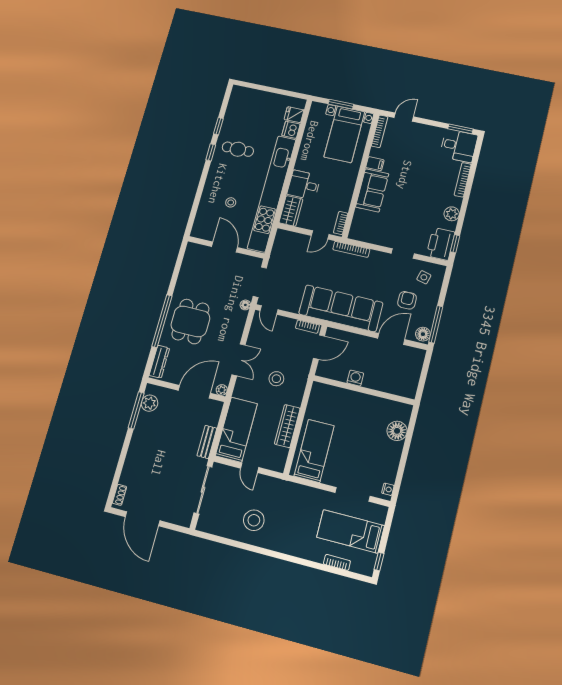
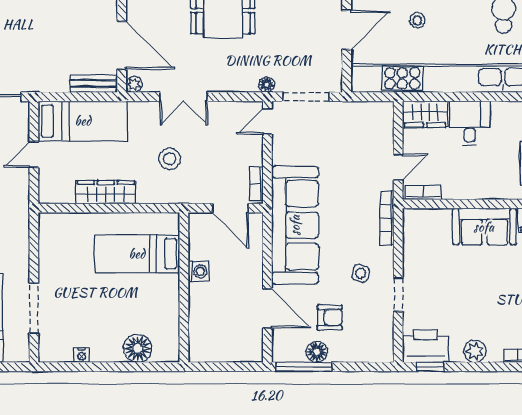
door: (320, 235) -> (398, 167), swing flipped
side table: (424, 277) -> (361, 273), moved
floor lamp: (423, 334) -> (317, 352), moved
bench: (207, 442) -> (93, 84), moved
bed: (314, 451) -> (137, 254), moved, turned 180
nightstand: (388, 489) -> (82, 355), moved

